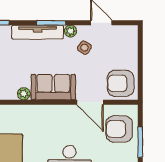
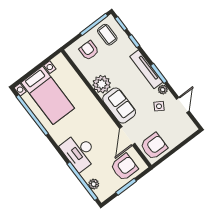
armchair: (121, 83) -> (154, 146), turned 90
plant: (24, 94) -> (102, 84), width x1.88, depth x1.88
armchair: (119, 129) -> (124, 167), turned 90

